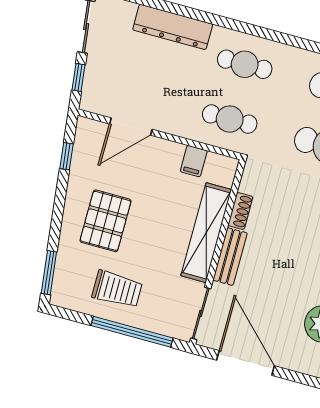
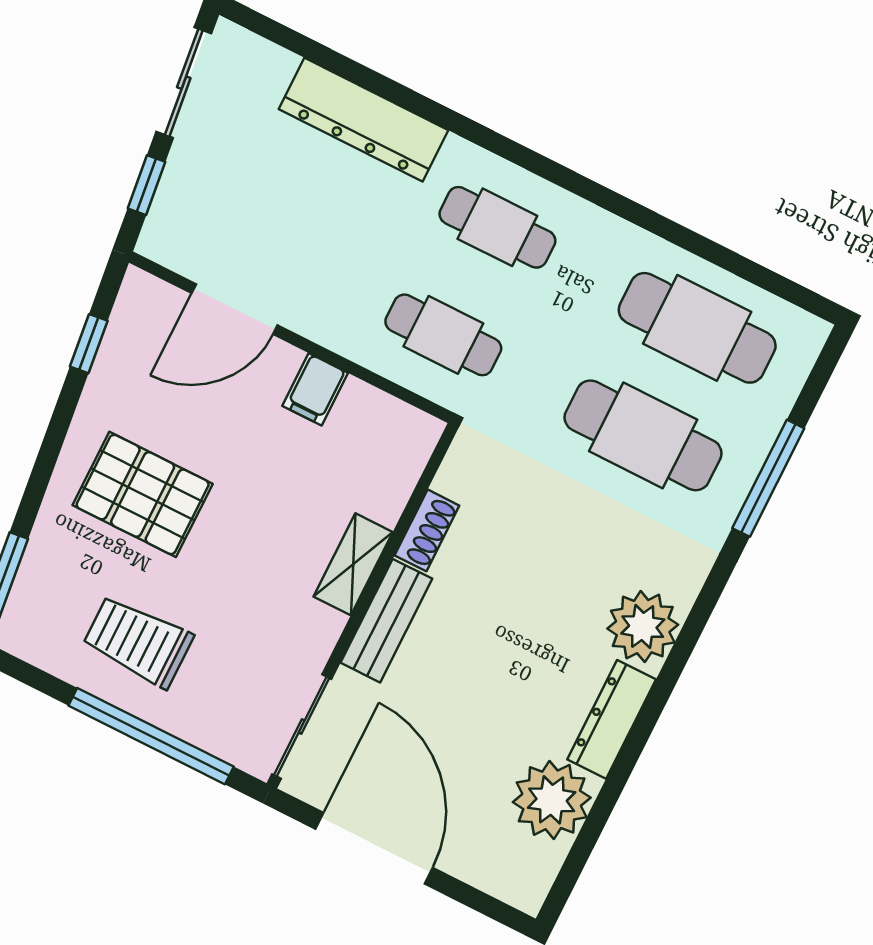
filing cabinet: (194, 161) -> (315, 389), moved
pallet: (106, 221) -> (143, 494), turned 90
shelving: (206, 233) -> (353, 564), width x0.45, depth x0.75
trolley: (117, 289) -> (138, 641), turned 180

